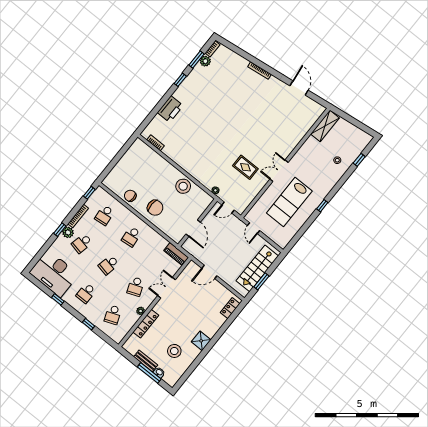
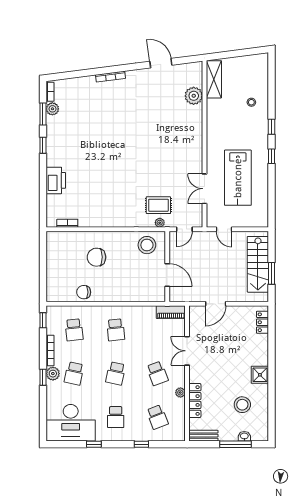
plant: (303, 126) -> (194, 96), added
window: (359, 160) -> (272, 127), moved
rug: (245, 167) -> (158, 205), moved
double door: (279, 171) -> (205, 189), moved
stool: (183, 186) -> (147, 245), moved
chair: (155, 208) -> (97, 257), moved, turned 180
bench: (146, 361) -> (203, 436), moved

